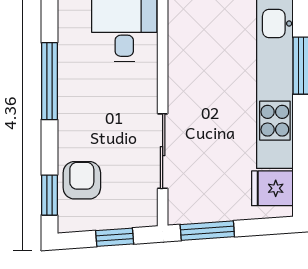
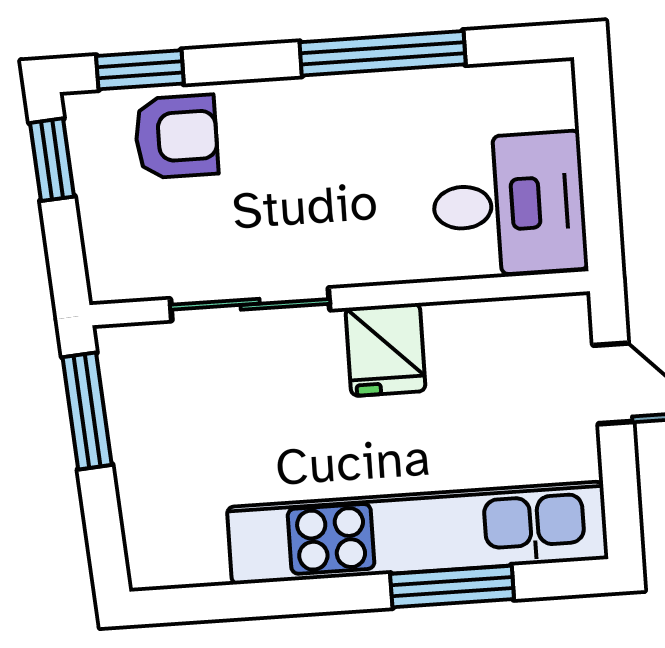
fridge: (272, 188) -> (386, 350), moved, turned 180
window: (115, 237) -> (52, 160), moved

